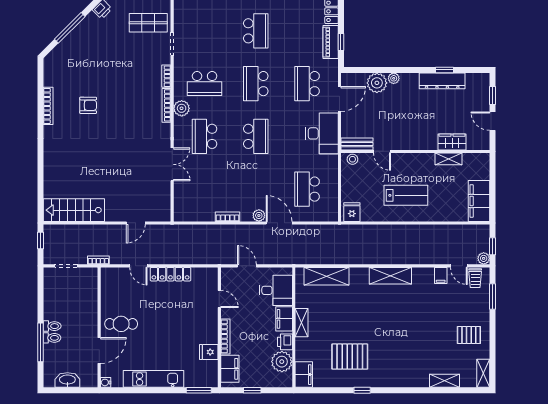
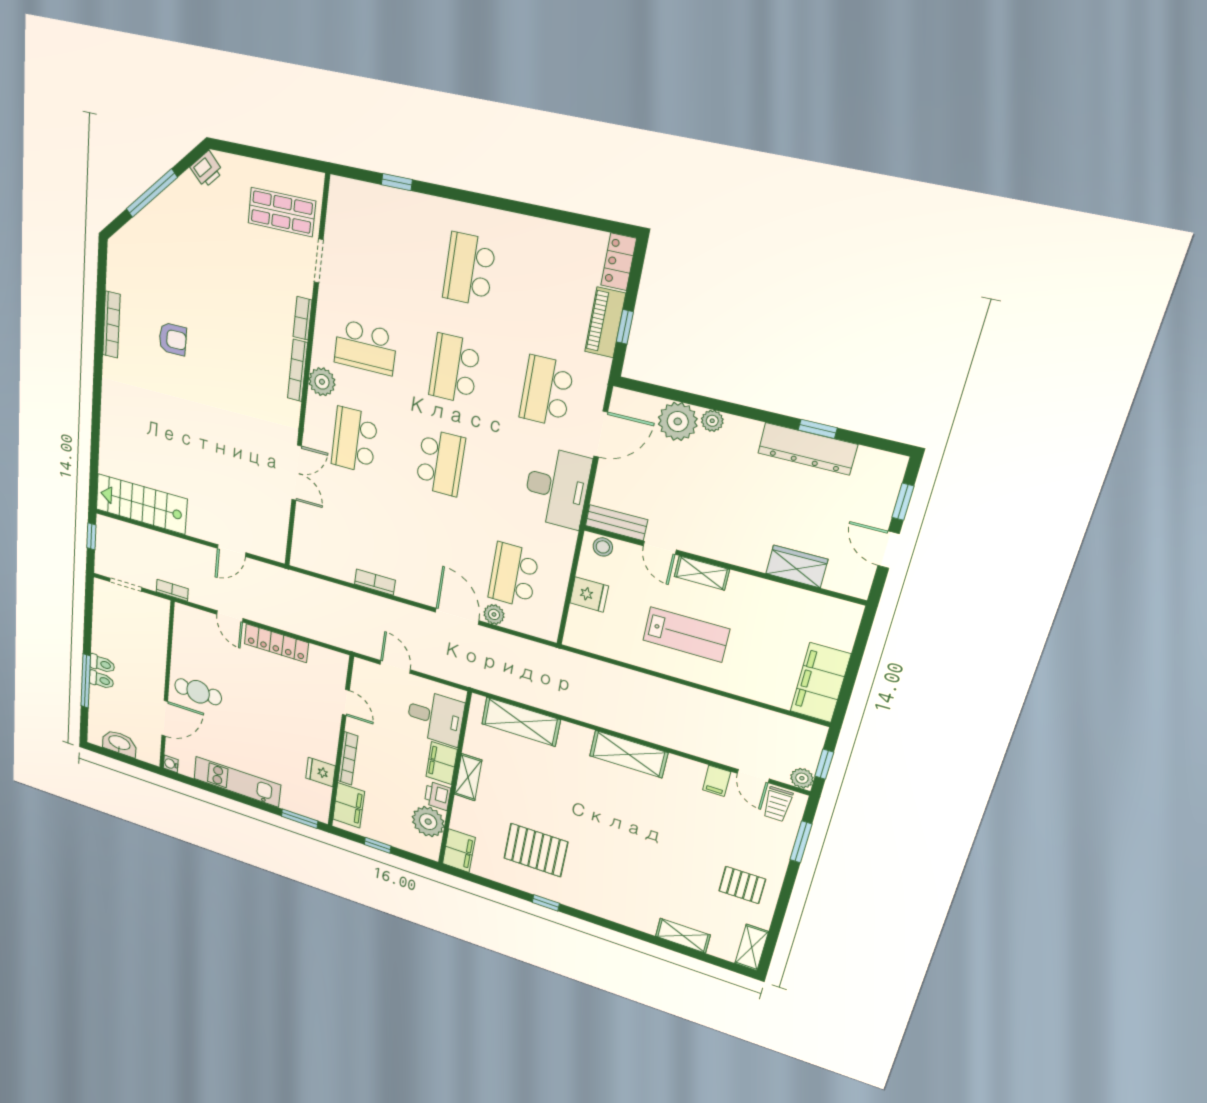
school desk: (256, 31) -> (469, 269), turned 180
shelving: (449, 159) -> (702, 573), moved
fridge: (352, 212) -> (589, 595), moved, turned 90
plant: (259, 215) -> (494, 614), moved

